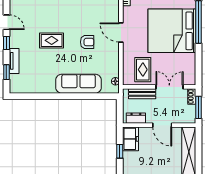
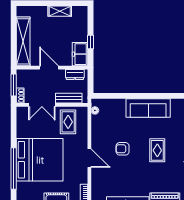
rug: (52, 40) -> (157, 150), turned 90
sofa: (78, 84) -> (148, 108), moved

